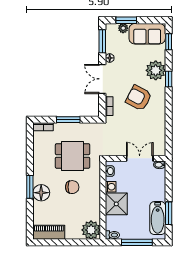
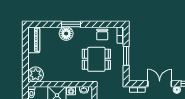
dining table: (73, 156) -> (96, 59), turned 90
chair: (72, 187) -> (102, 35), moved

